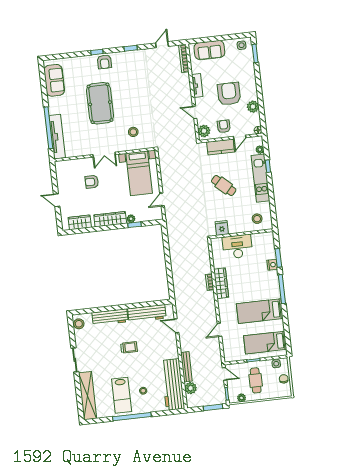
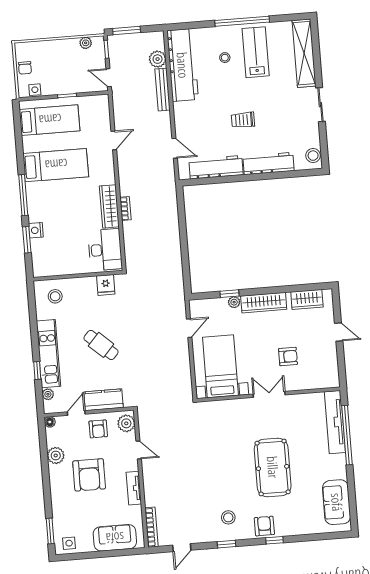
stool: (133, 132) -> (228, 517), moved
desk: (237, 247) -> (105, 250), moved, turned -90
cafe table: (256, 380) -> (65, 67), removed

